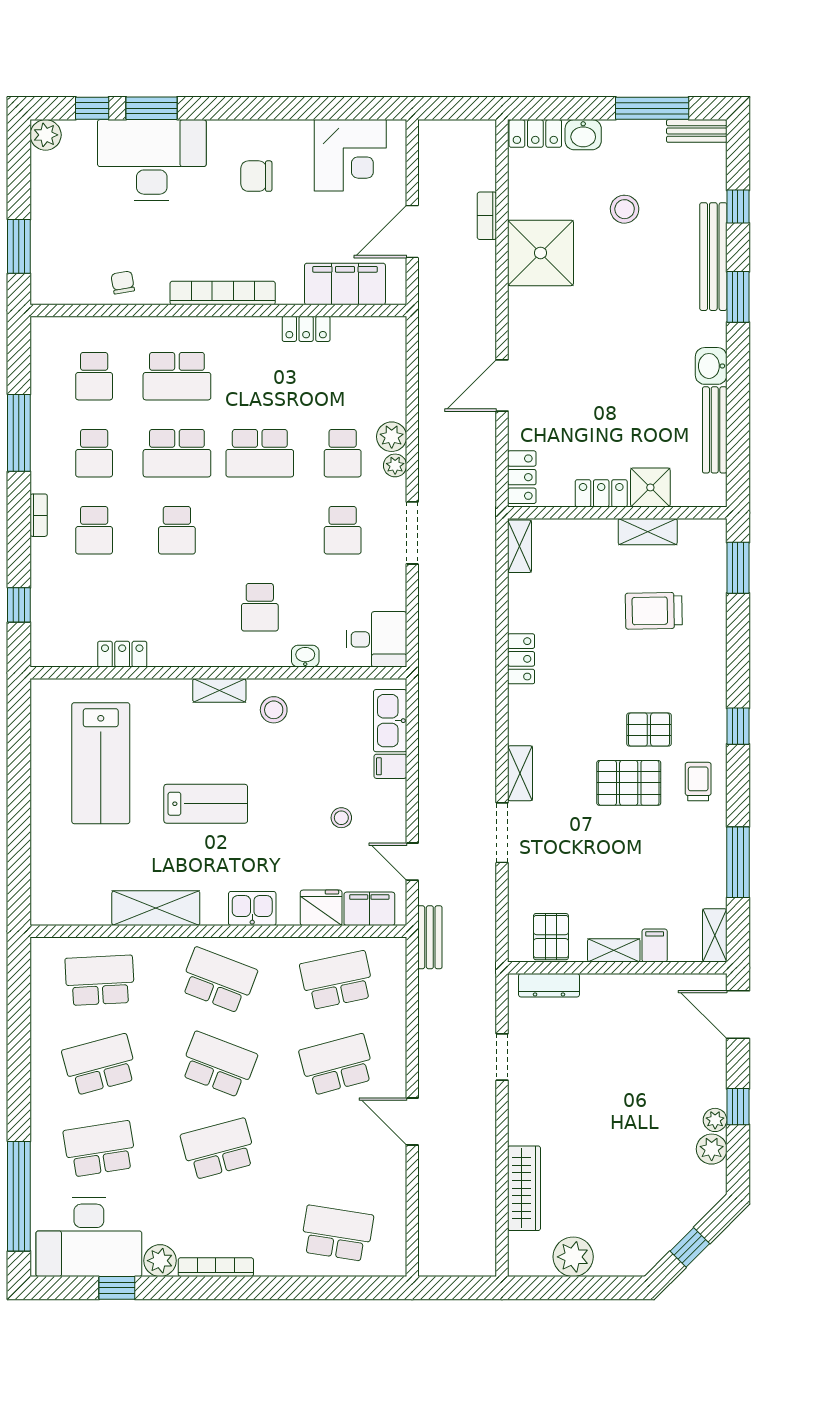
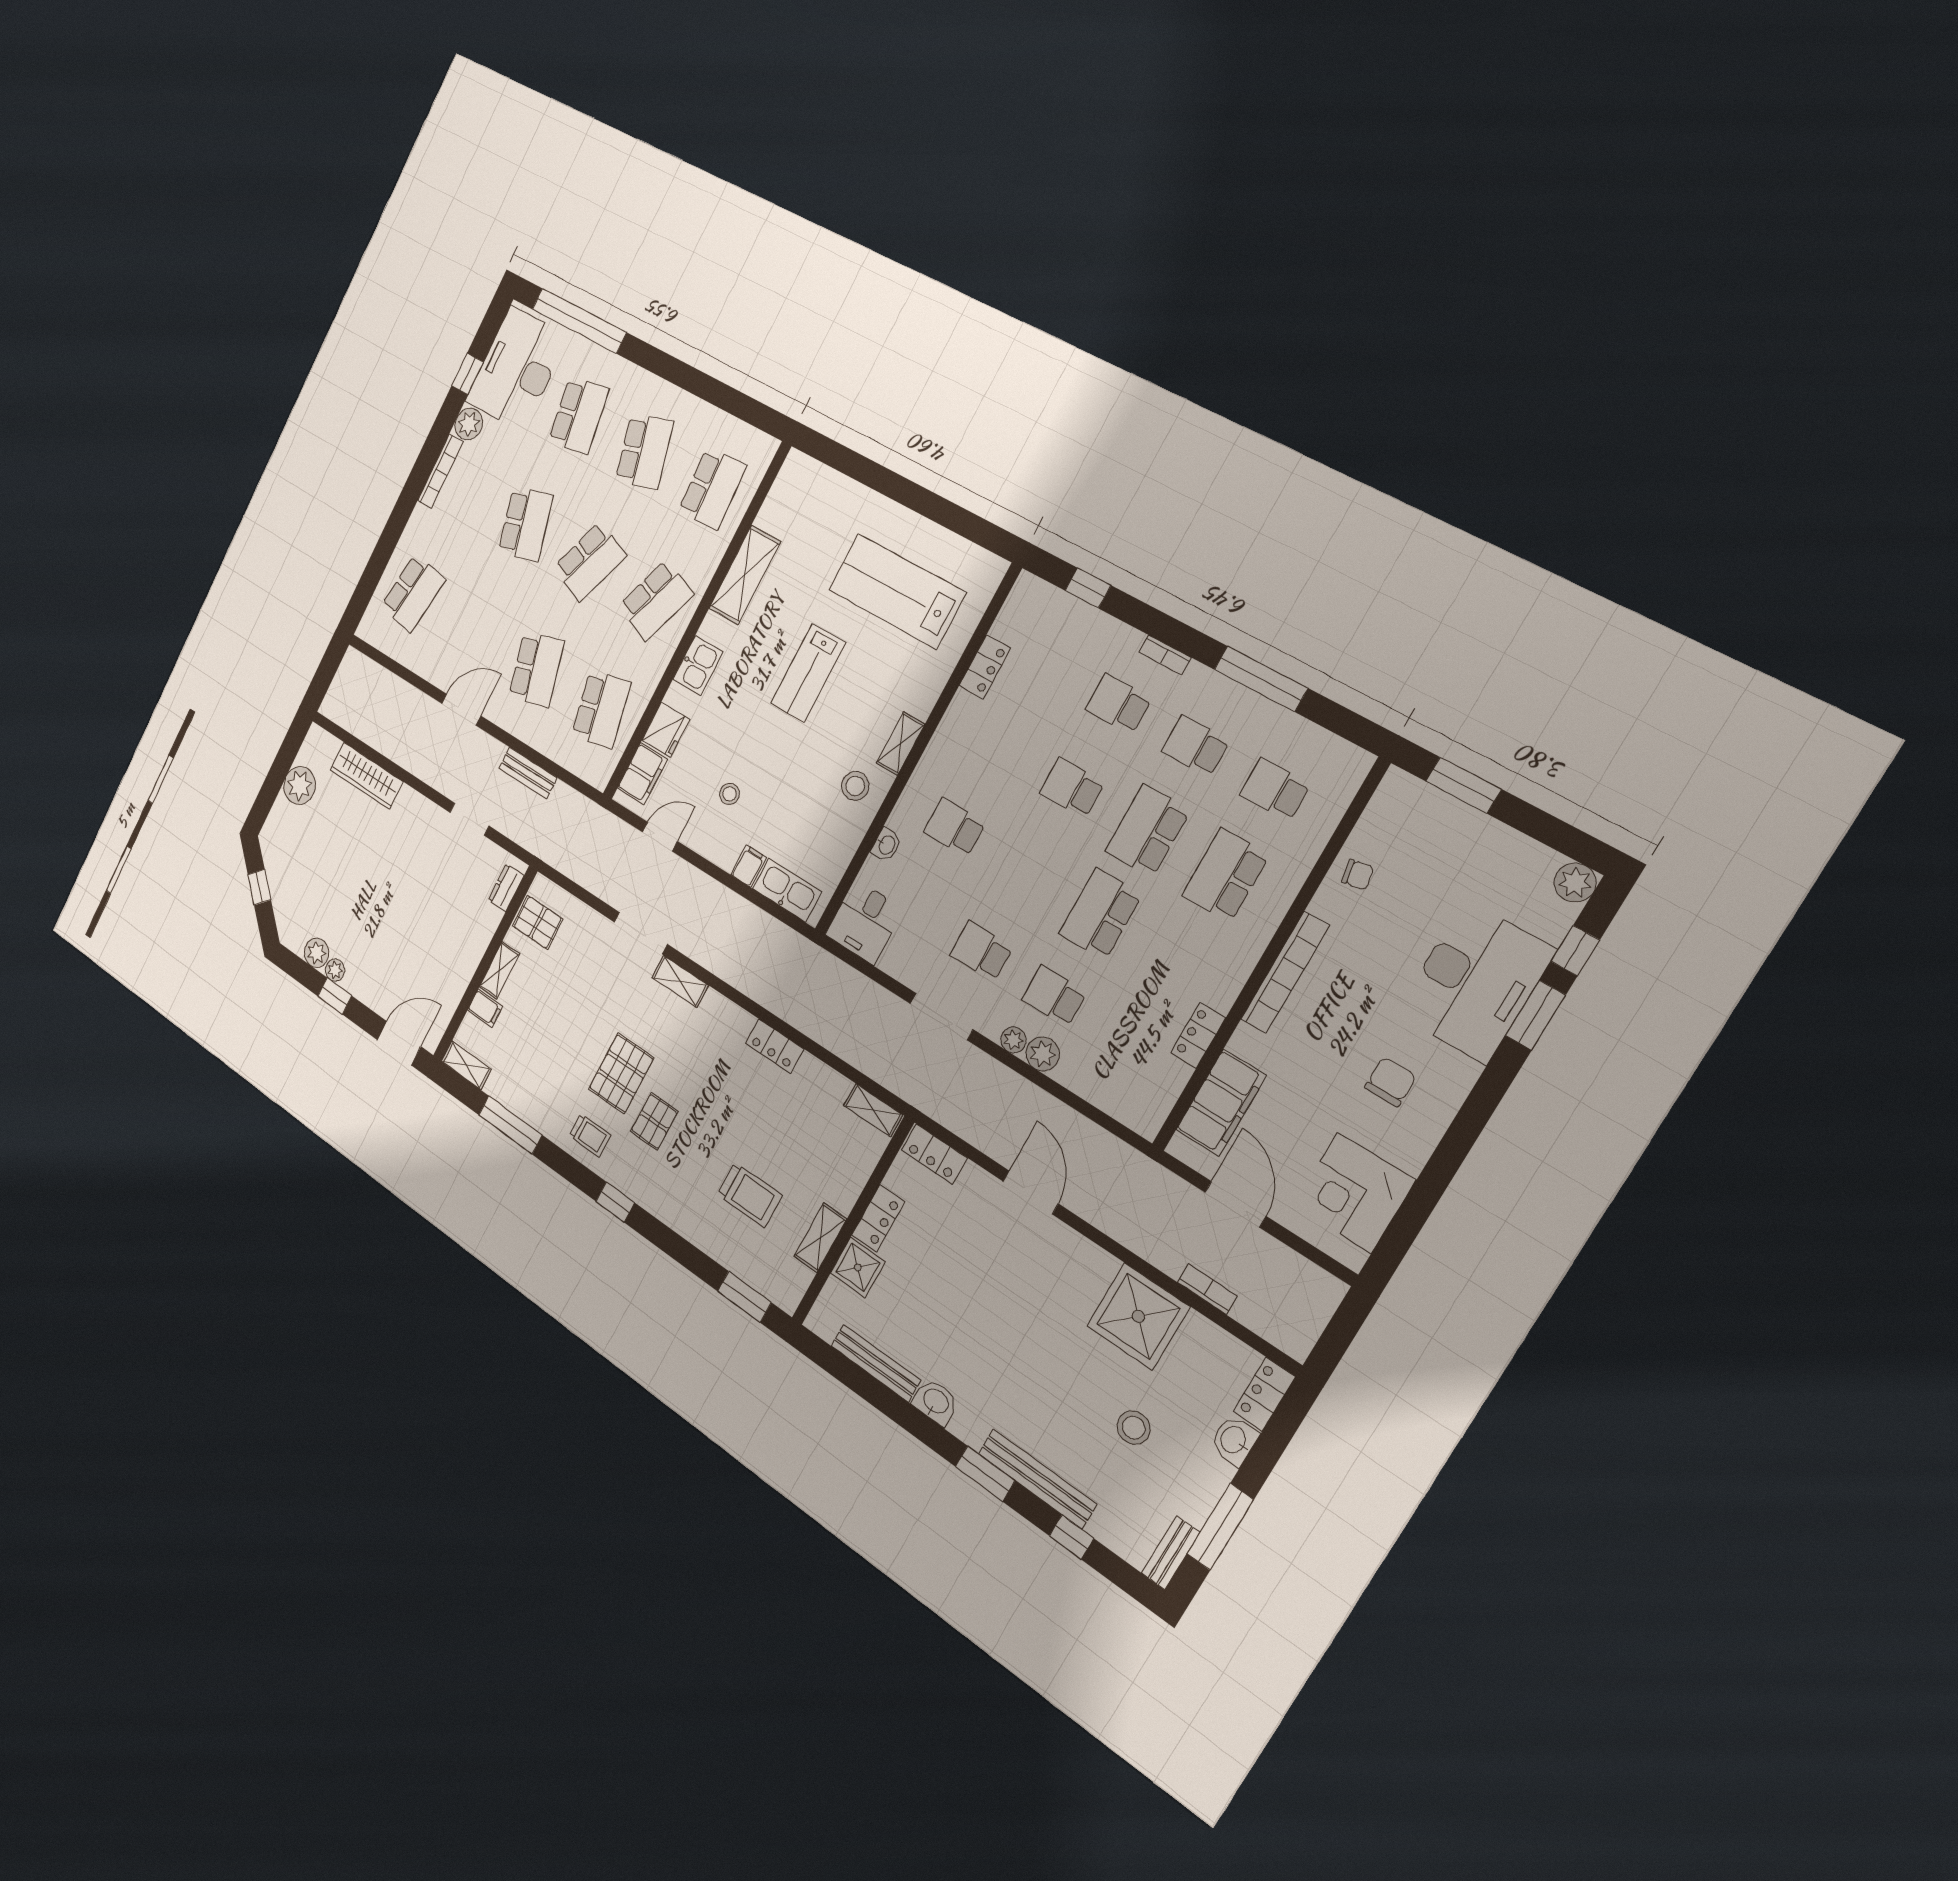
trolley: (654, 611) -> (750, 1195), turned 91
bench: (430, 937) -> (528, 773), moved
dresser: (549, 985) -> (506, 888), width x0.70

